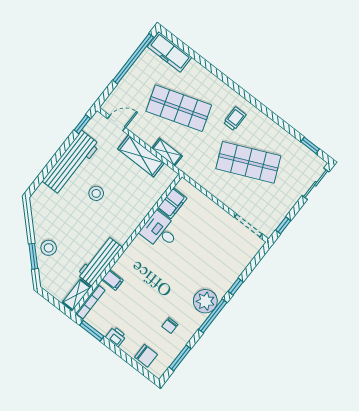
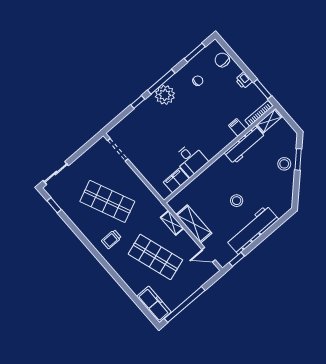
window: (283, 225) -> (89, 144), removed

